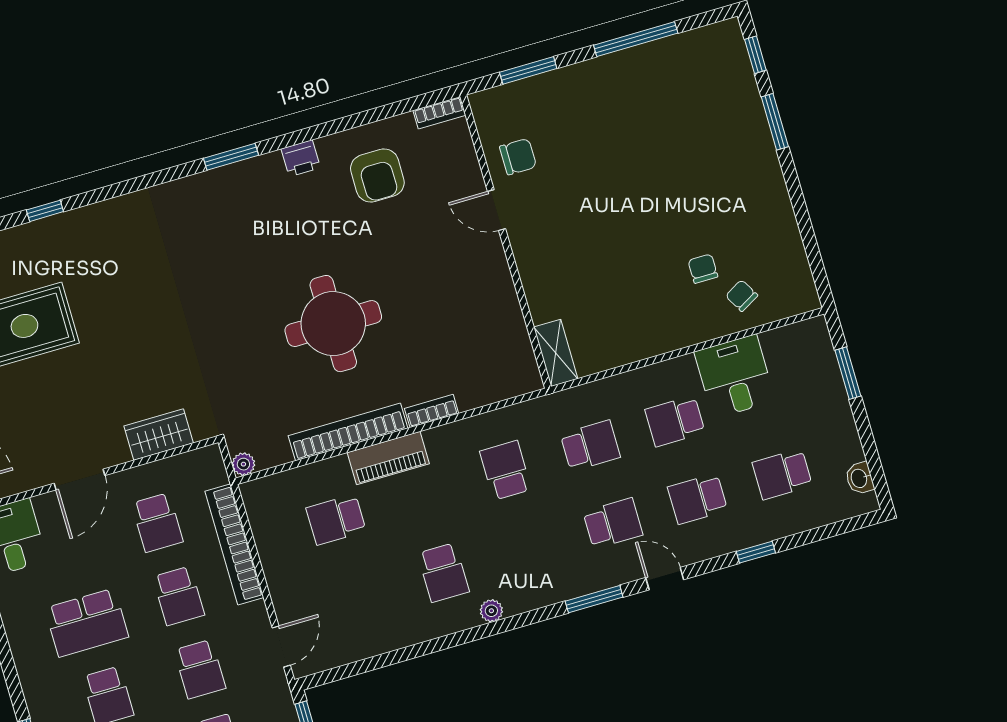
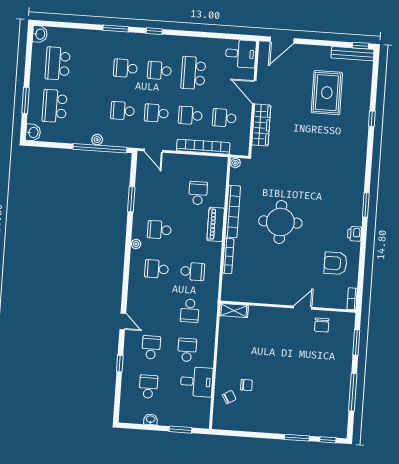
bookcase: (432, 411) -> (228, 256), width x1.56
wardrobe: (159, 435) -> (261, 125), width x1.50
washbasin: (860, 478) -> (151, 419), moved
school desk: (613, 523) -> (157, 269), moved, turned 90
door: (665, 579) -> (123, 321), hinge flipped
window: (594, 599) -> (131, 199), moved

